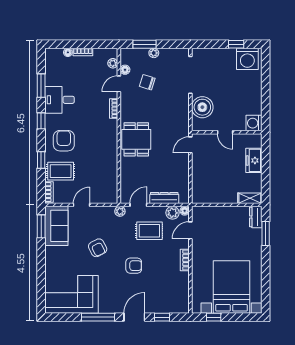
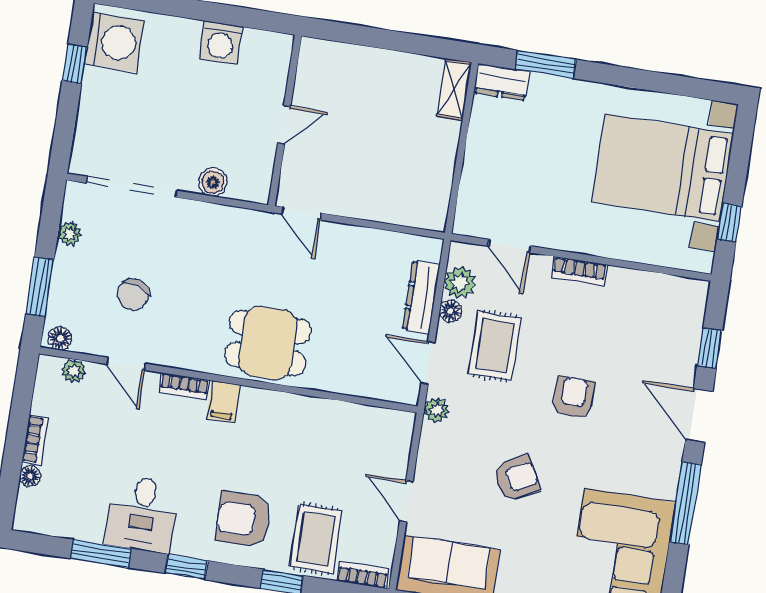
plant: (154, 53) -> (70, 233), moved
floor lamp: (125, 70) -> (60, 338), moved
boiler: (202, 107) -> (213, 182), width x0.54, depth x0.54
washing machine: (254, 123) -> (220, 43), moved
filing cabinet: (110, 125) -> (223, 402), added
freezer: (254, 160) -> (364, 65), removed
floor lamp: (185, 211) -> (450, 311), moved

